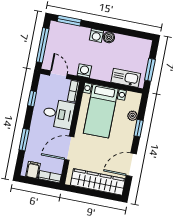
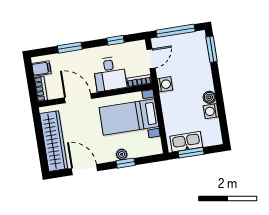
washing machine: (96, 35) -> (211, 111), moved
kitchen sink: (126, 78) -> (186, 142), moved, turned -90
plant: (133, 116) -> (122, 154), moved

